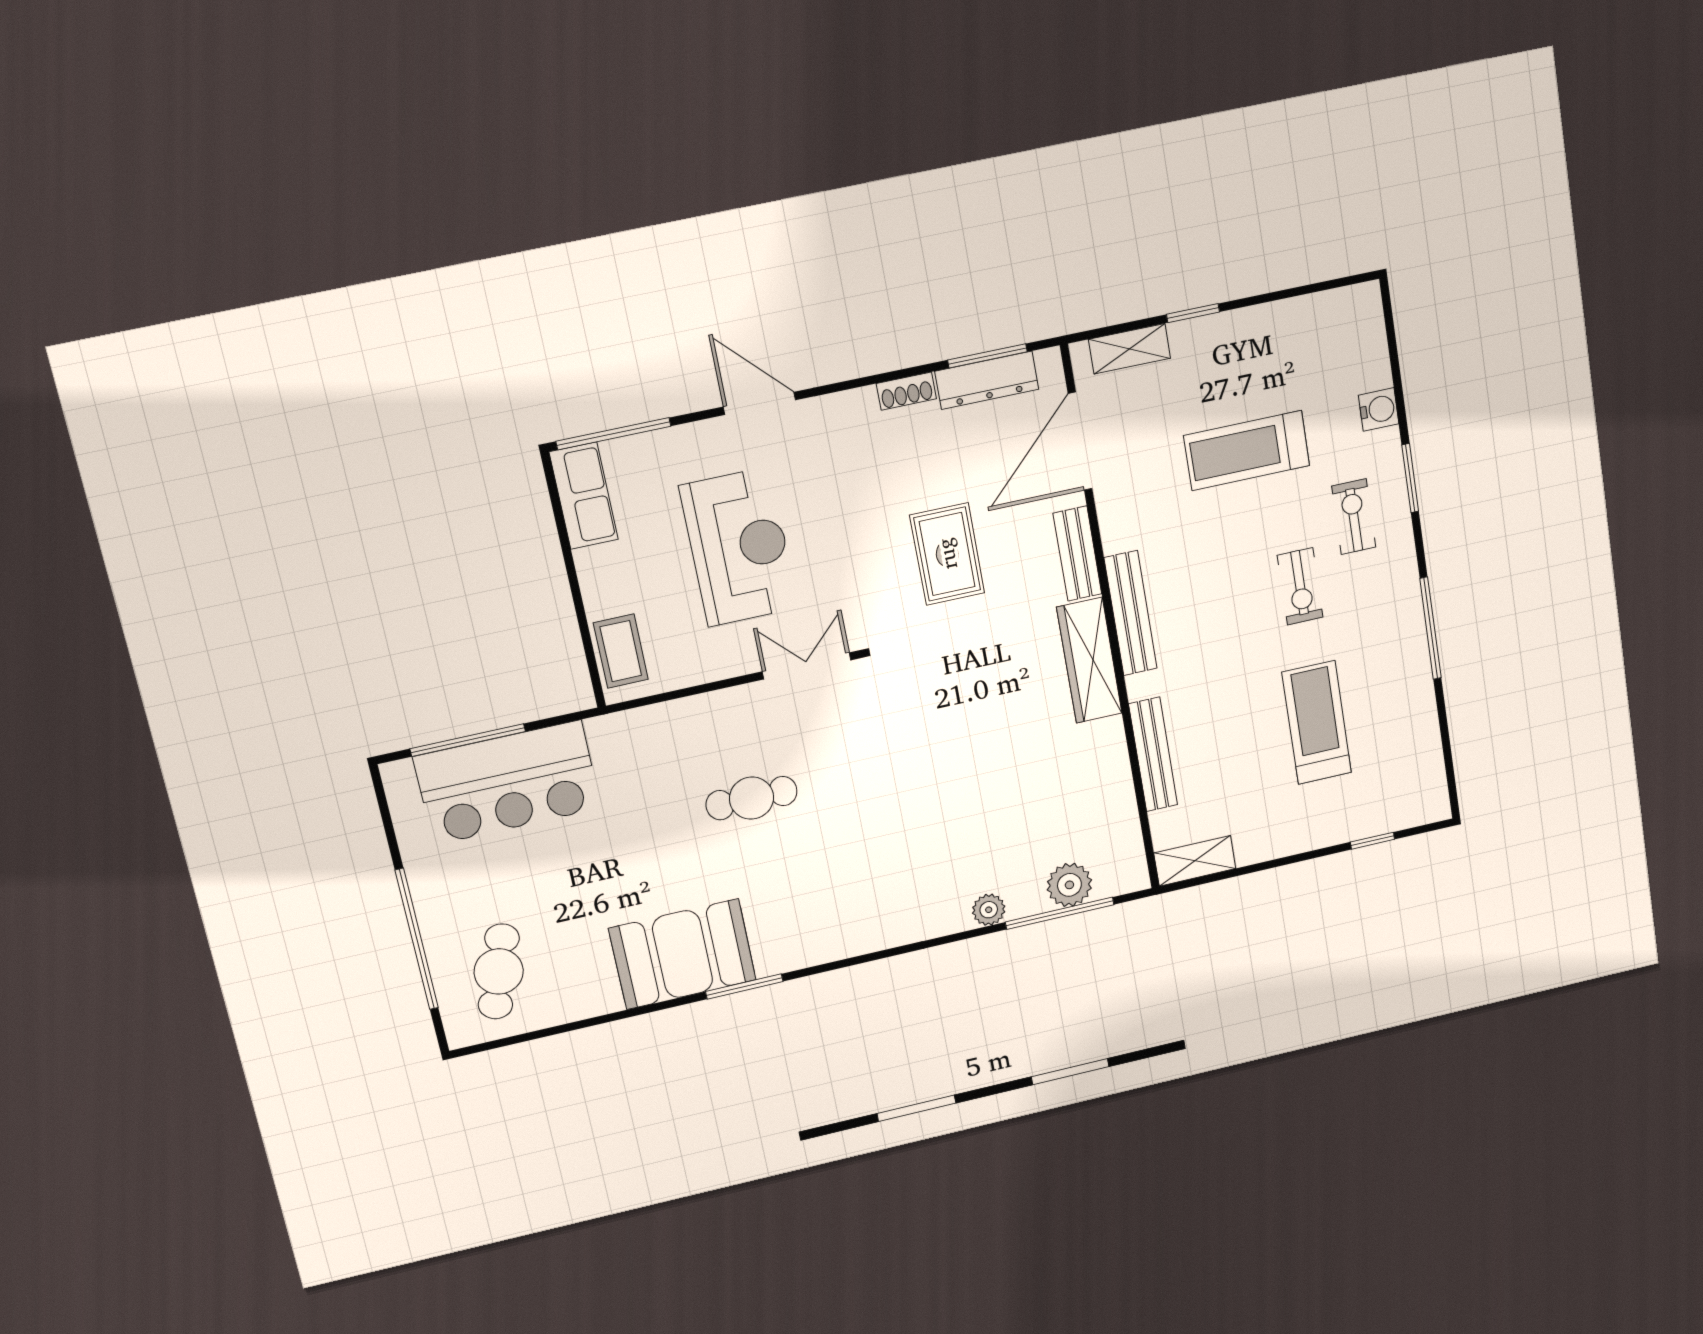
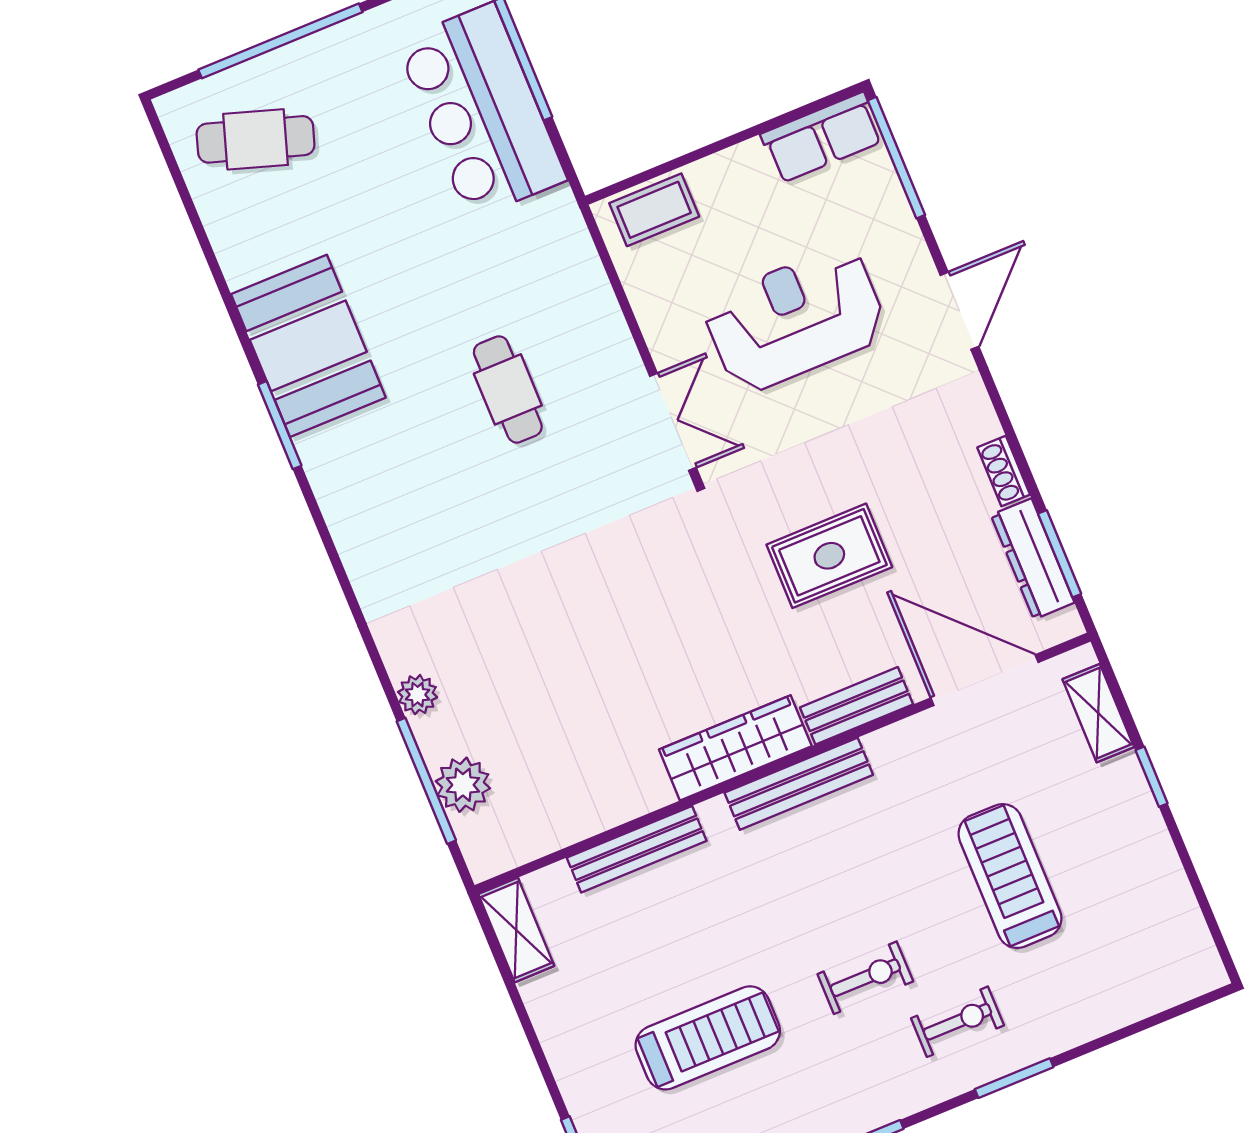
water cooler: (1379, 409) -> (1085, 1020), removed
reception desk: (739, 547) -> (795, 319), turned 180
exercise bike: (1300, 586) -> (865, 978), turned 180

